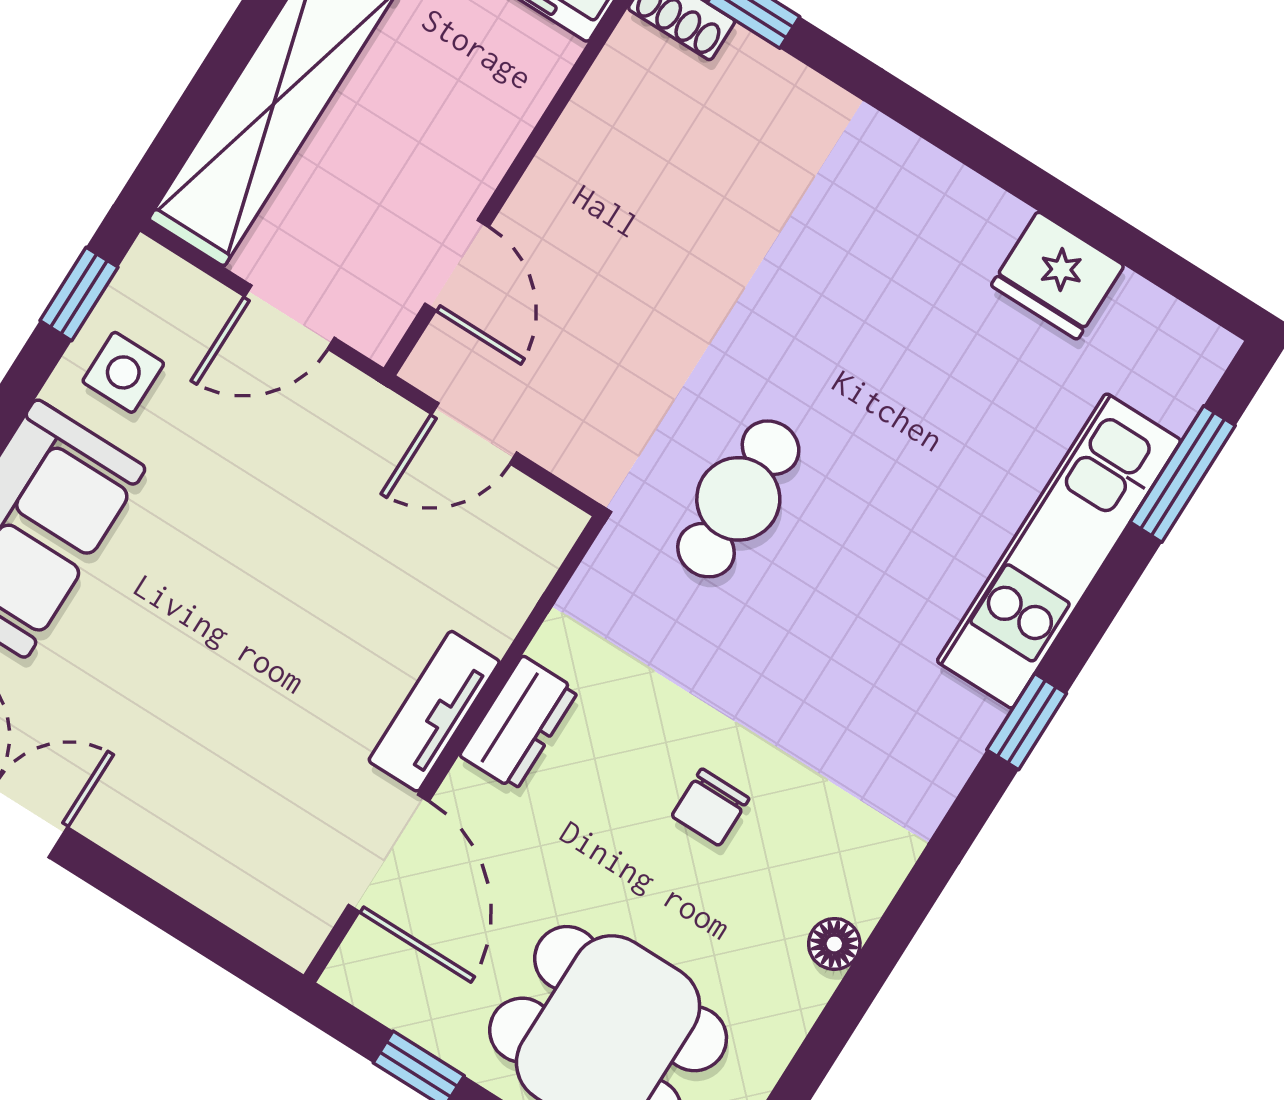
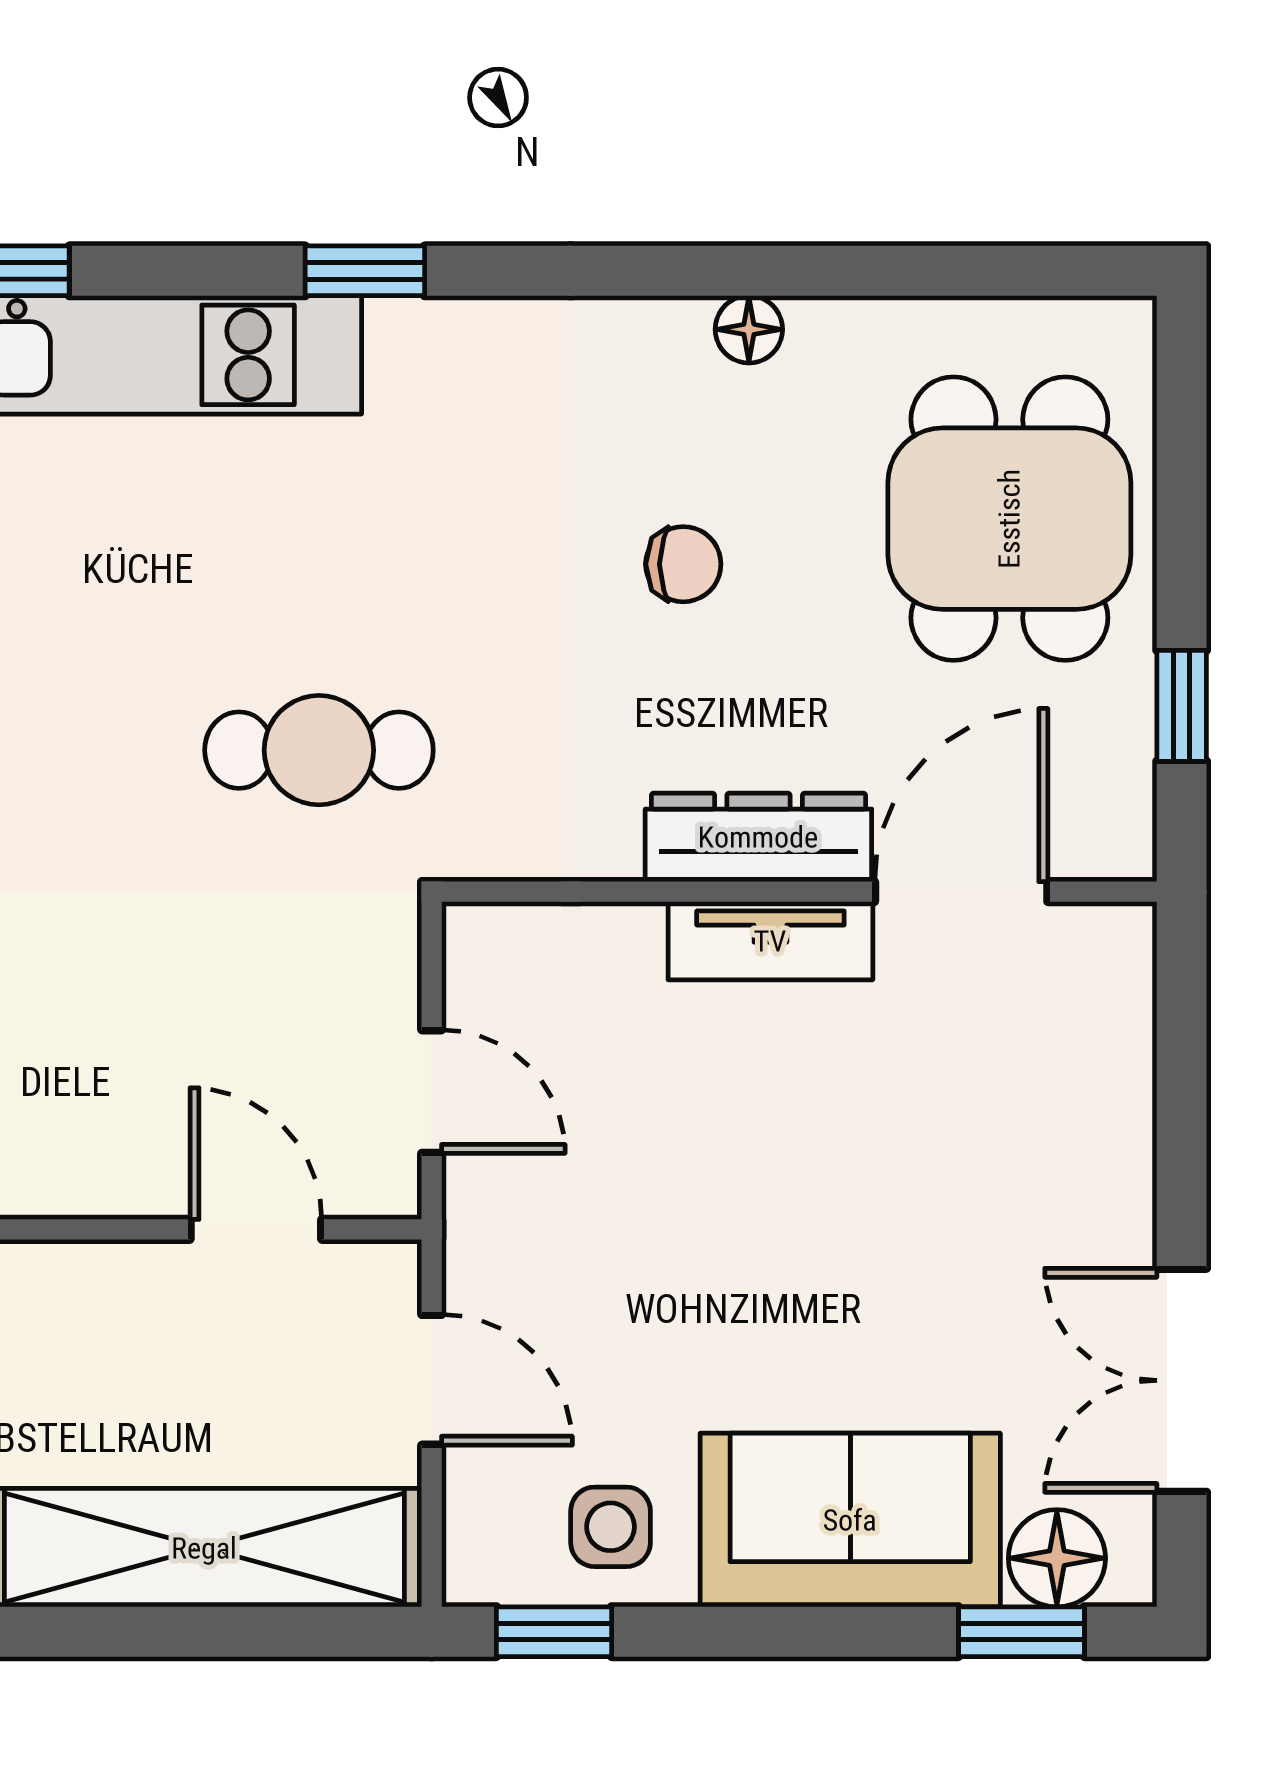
door: (457, 265) -> (256, 1229), hinge flipped
dresser: (519, 723) -> (758, 837), width x1.44

